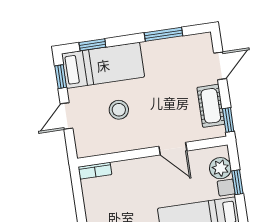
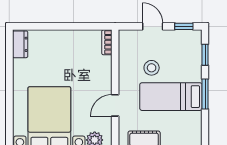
window: (164, 34) -> (205, 94), moved
bed: (103, 65) -> (171, 97), moved, turned 90

